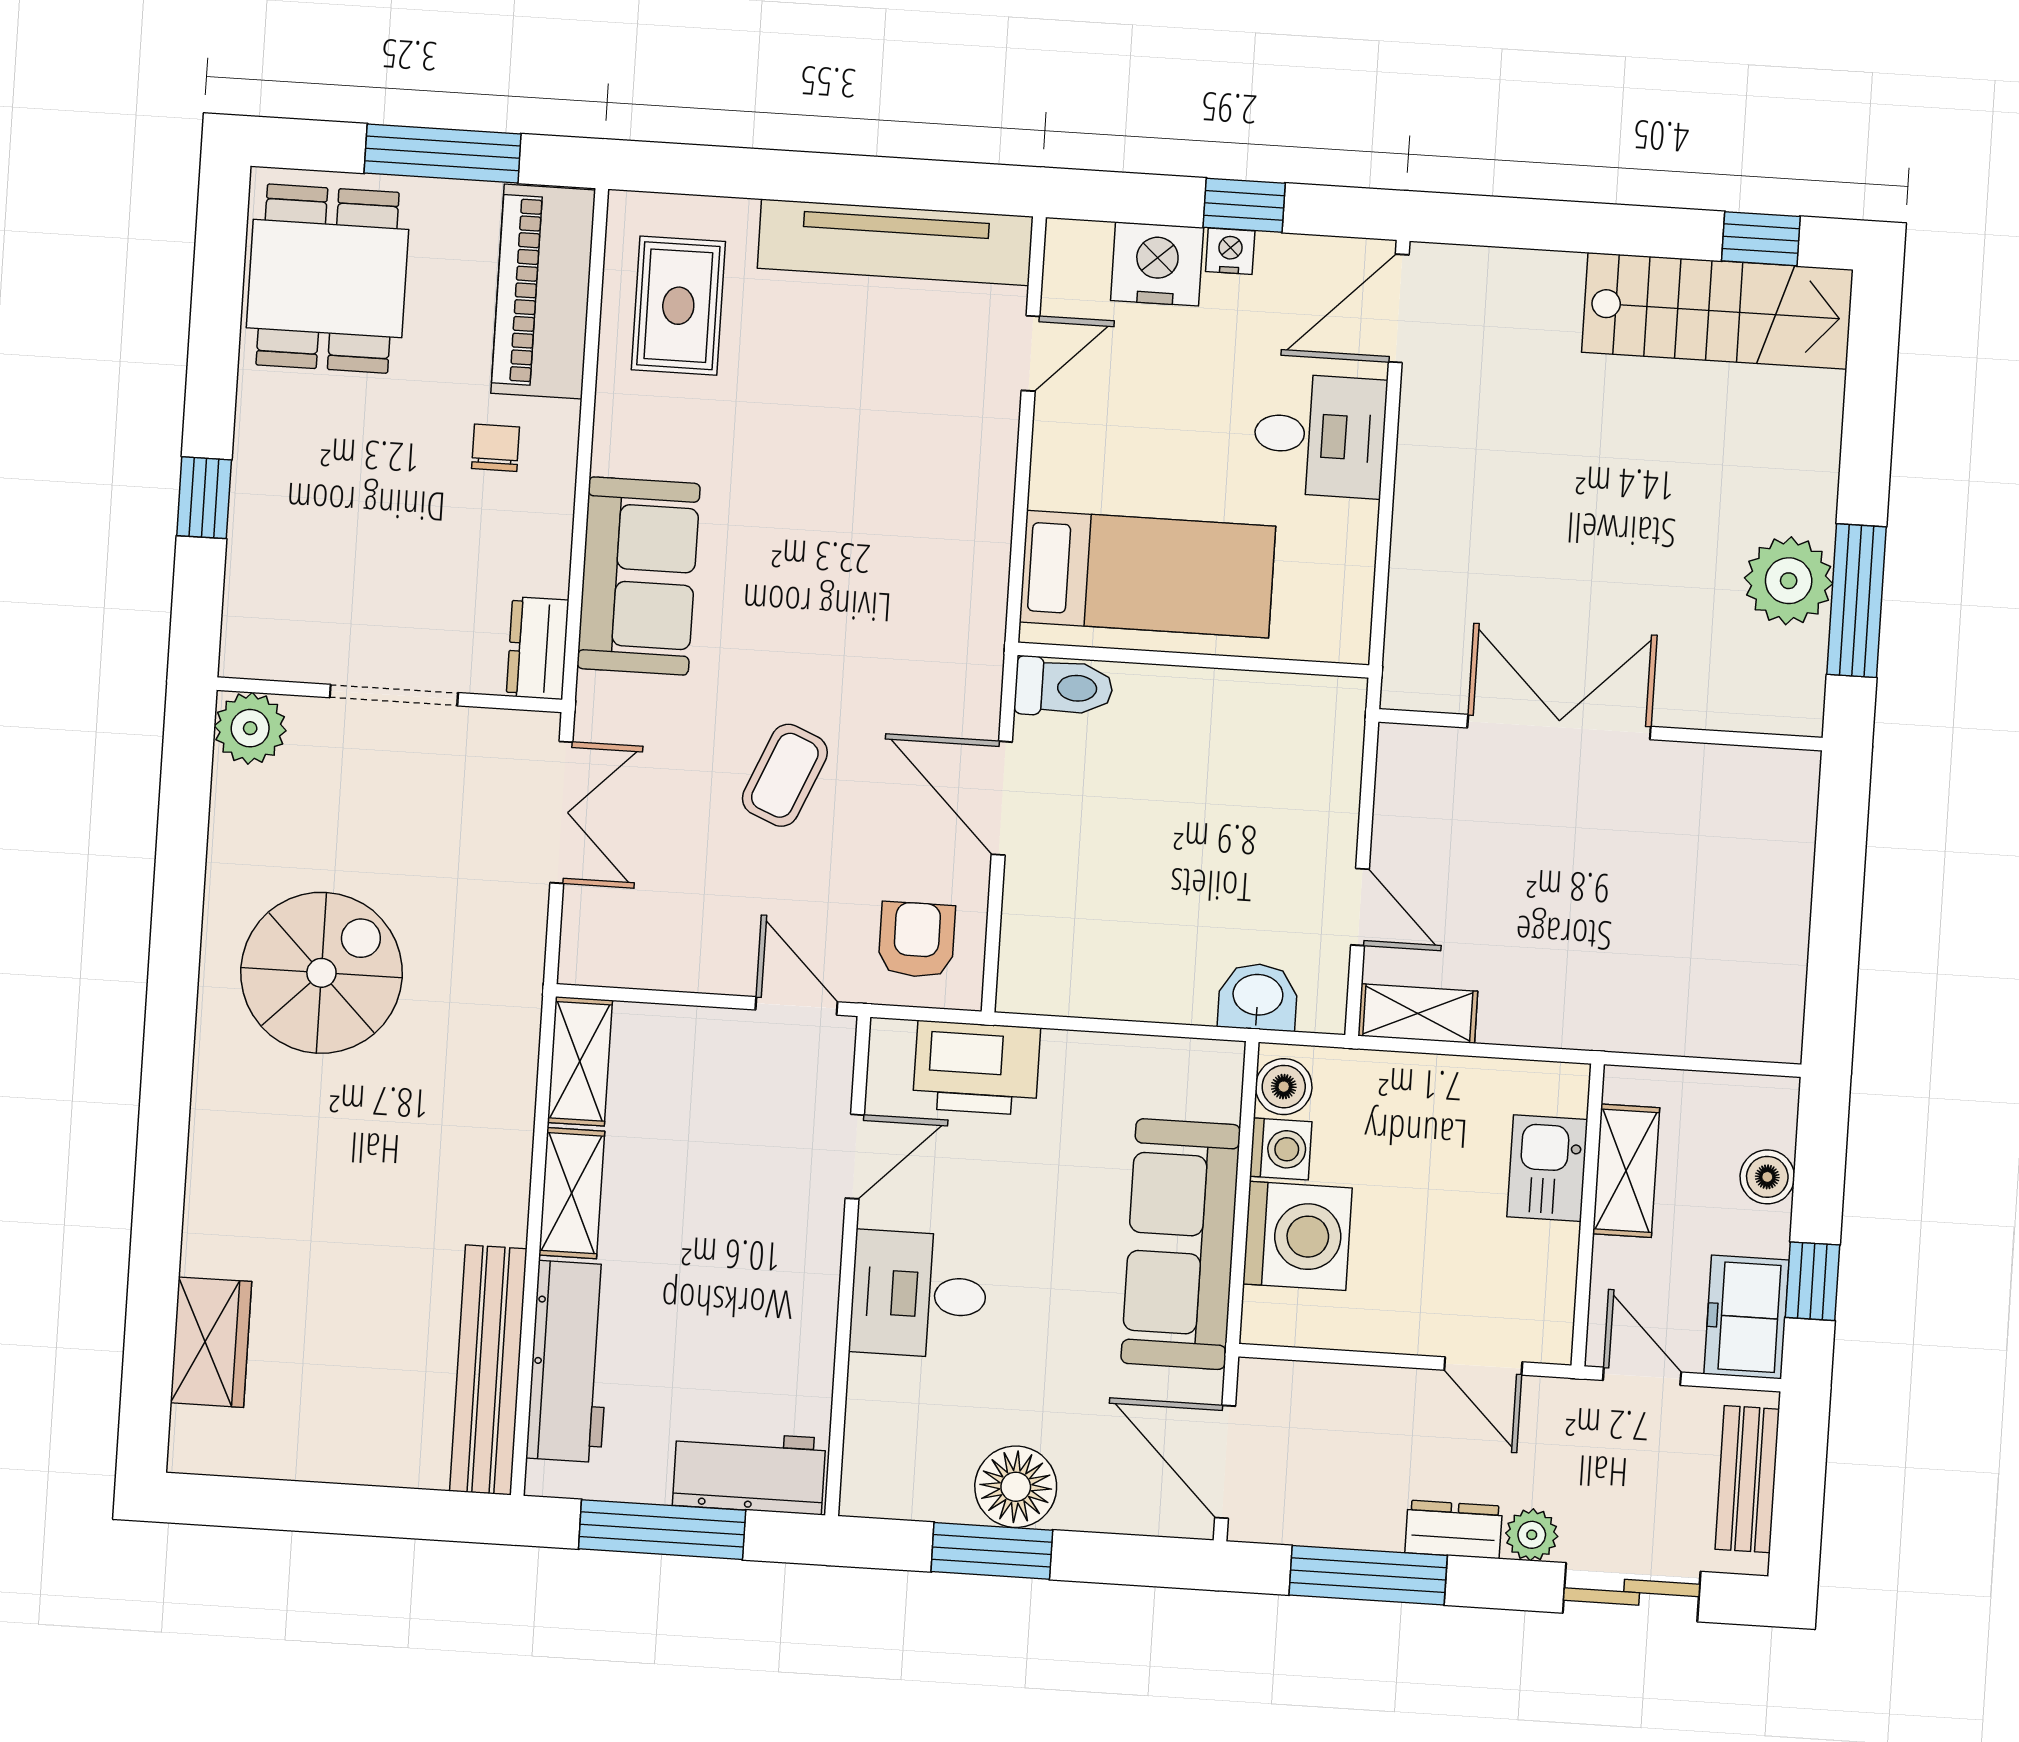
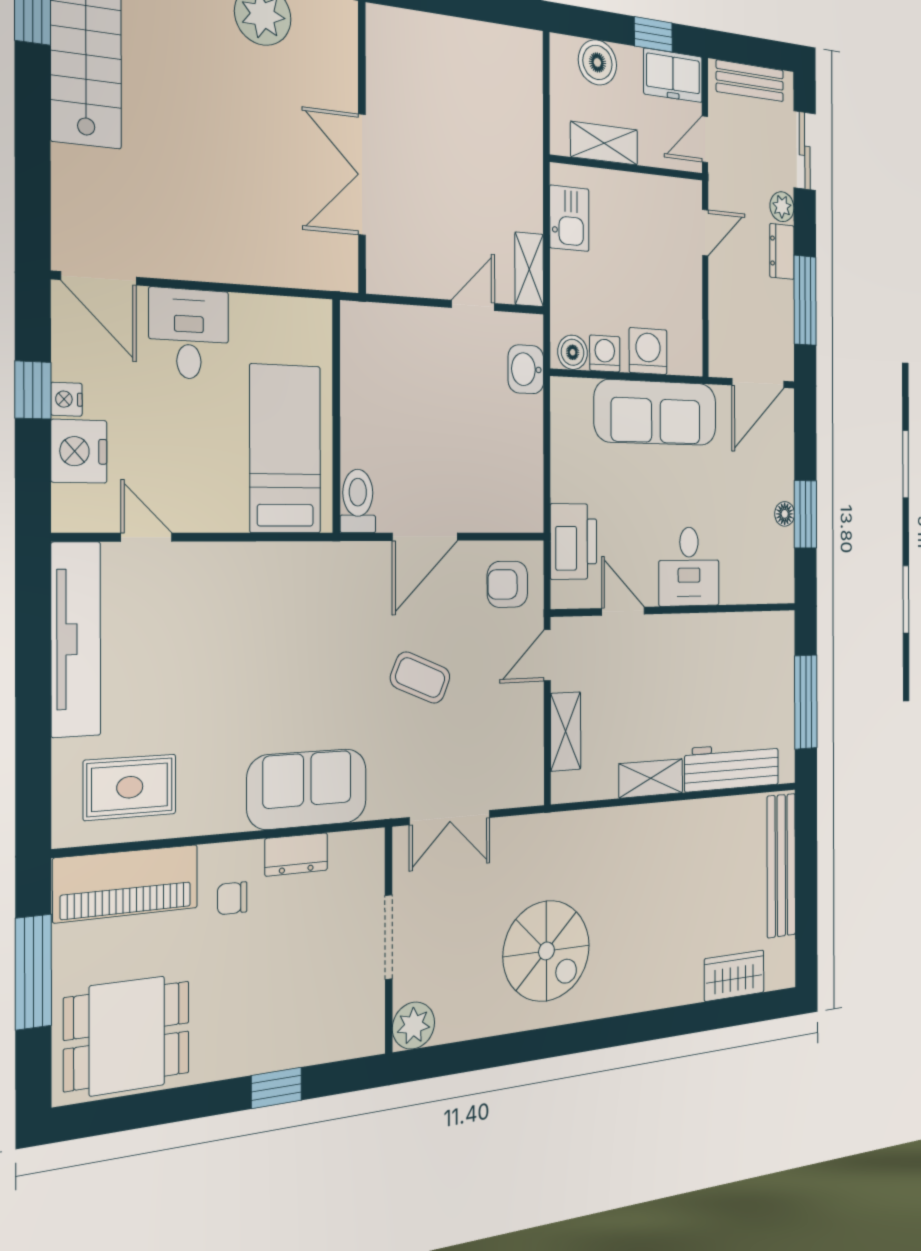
dresser: (538, 648) -> (296, 854), moved
double door: (561, 812) -> (450, 818), swing flipped
spiral stairs: (321, 973) -> (546, 951), turned 180
shelving: (580, 1061) -> (566, 731), moved, turned 90
kitchen sink: (1547, 1168) -> (569, 218), moved, turned -90
boiler: (1767, 1177) -> (597, 62), width x1.36, depth x1.36
washing machine: (1297, 1236) -> (648, 351), width x0.73, depth x0.73
bench: (488, 1370) -> (781, 866), moved, turned 90
workbench: (749, 1472) -> (777, 656), removed
floor lamp: (1016, 1487) -> (785, 514), width x0.53, depth x0.53

